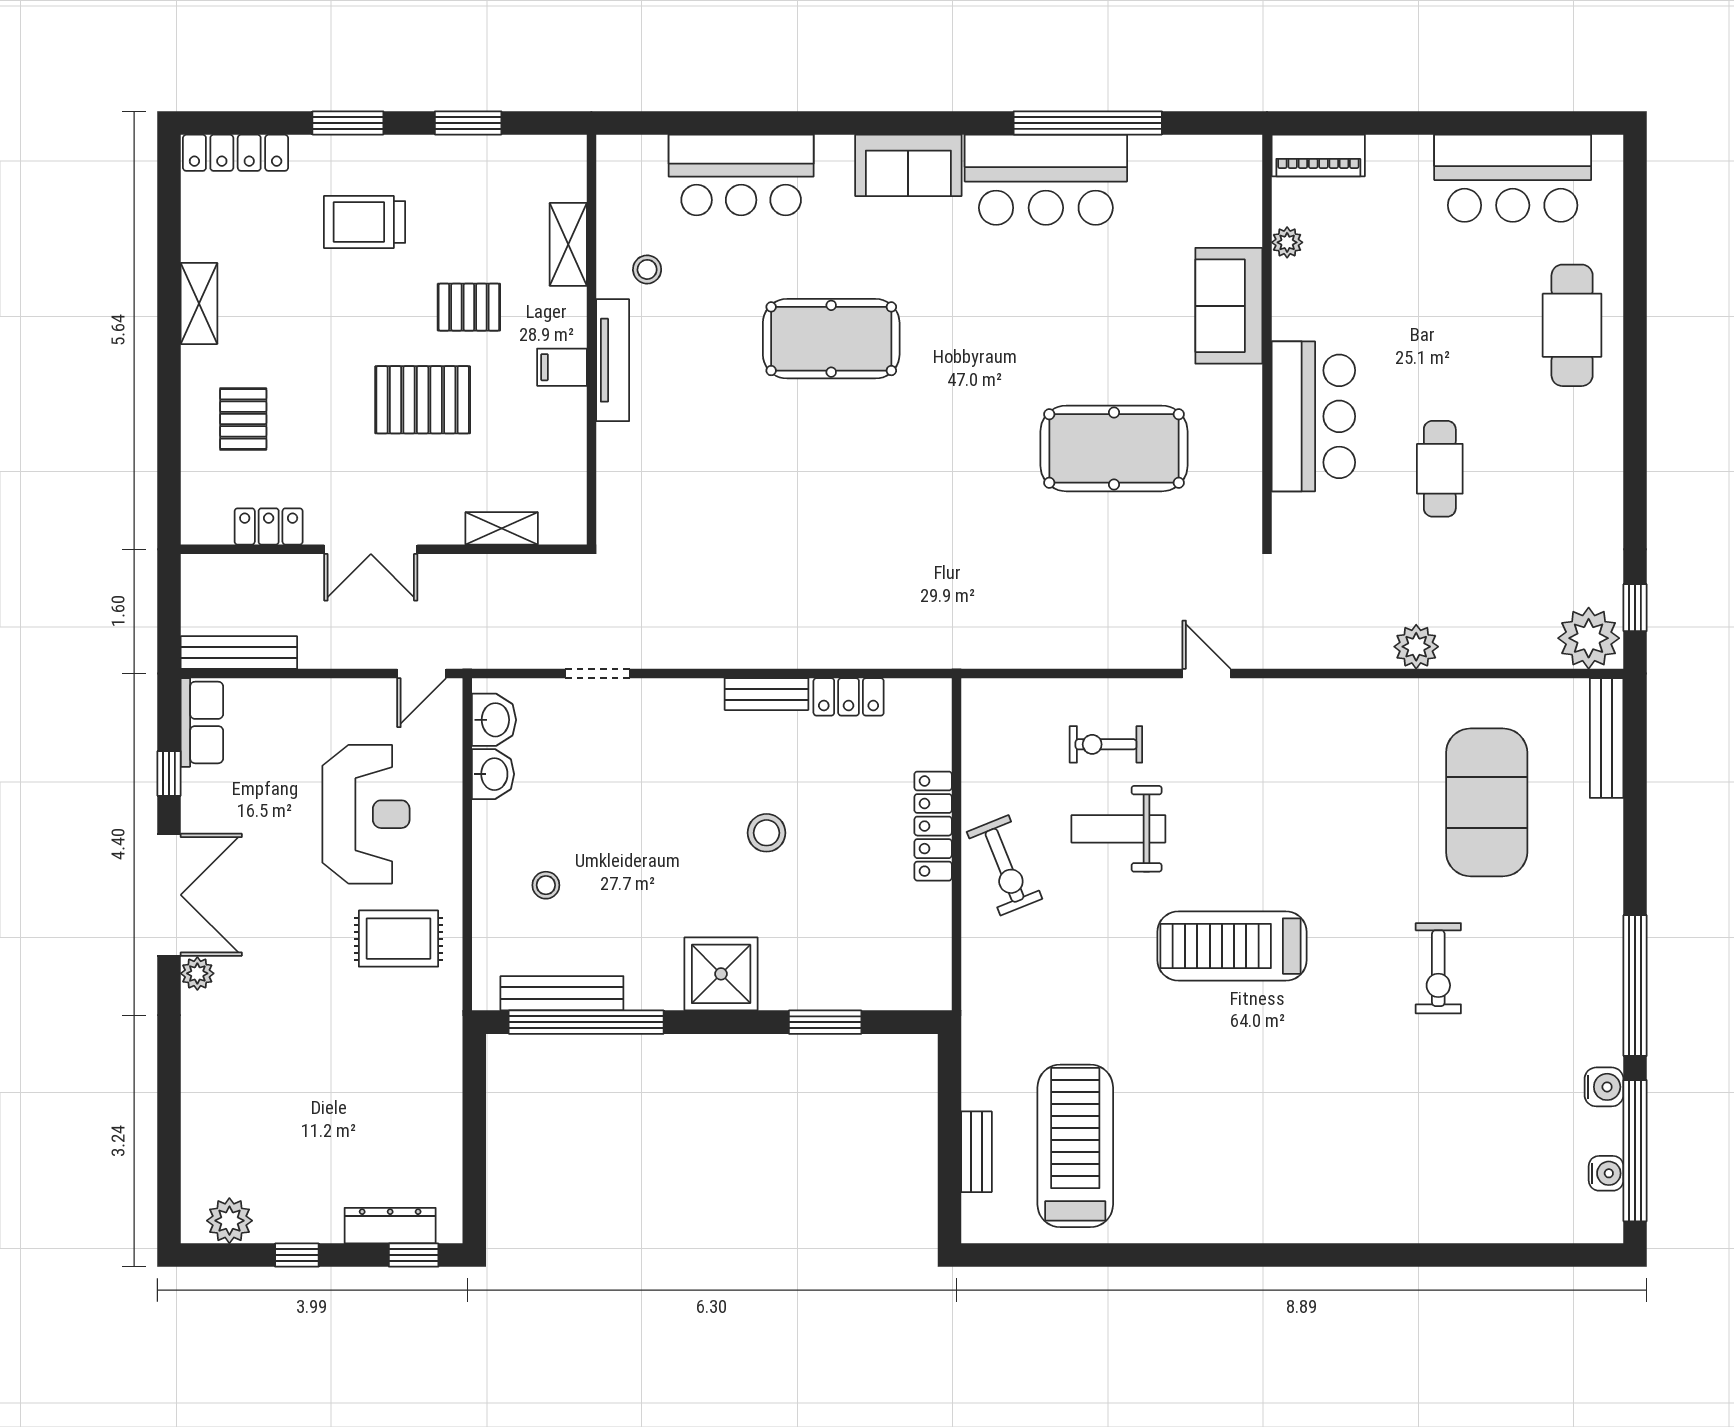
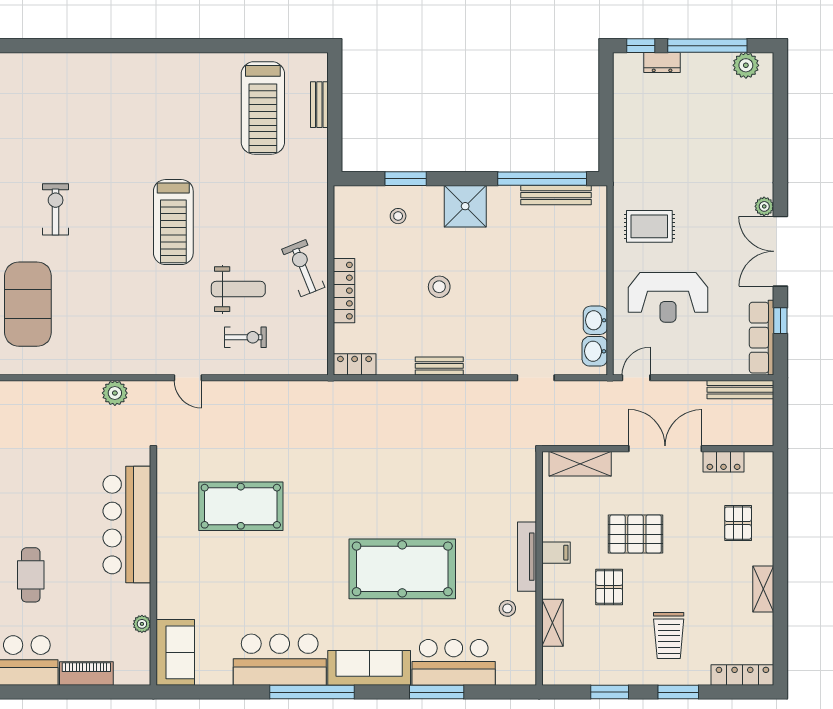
window: (771, 123) -> (437, 692), added
window: (1088, 123) -> (312, 692), moved
piano: (1318, 155) -> (86, 674), moved
sofa: (908, 165) -> (369, 668), width x1.36
trolley: (365, 222) -> (669, 636), turned 90
sofa: (1229, 306) -> (175, 652), moved
pallet: (469, 307) -> (609, 587), turned 90
pool table: (831, 339) -> (402, 569), width x1.36, depth x1.32
bar counter: (1313, 416) -> (127, 525), width x1.36
cafe table: (1440, 469) -> (31, 575), moved
shelving: (502, 528) -> (580, 464), width x1.50, depth x1.33
double door: (371, 549) -> (665, 449), width x1.37
plant: (1416, 647) -> (115, 393), moved
locker: (849, 697) -> (355, 364), moved
row of seats: (202, 722) -> (762, 338), width x1.48
reception desk: (366, 814) -> (668, 297), turned -90
stool: (546, 885) -> (398, 216), moved
treadmill: (1232, 946) -> (173, 222), turned 90
dresser: (390, 1226) -> (662, 62), width x0.70
window: (297, 1255) -> (707, 46), width x3.17

